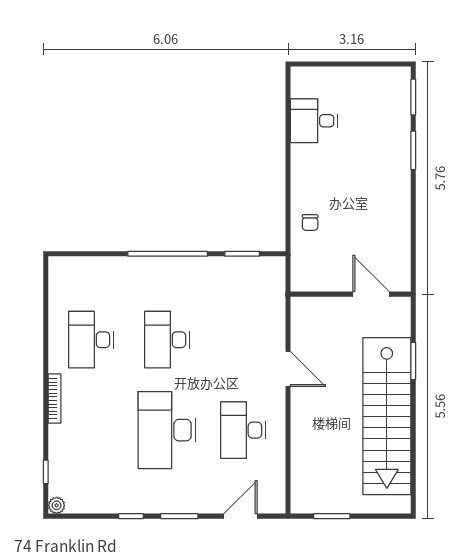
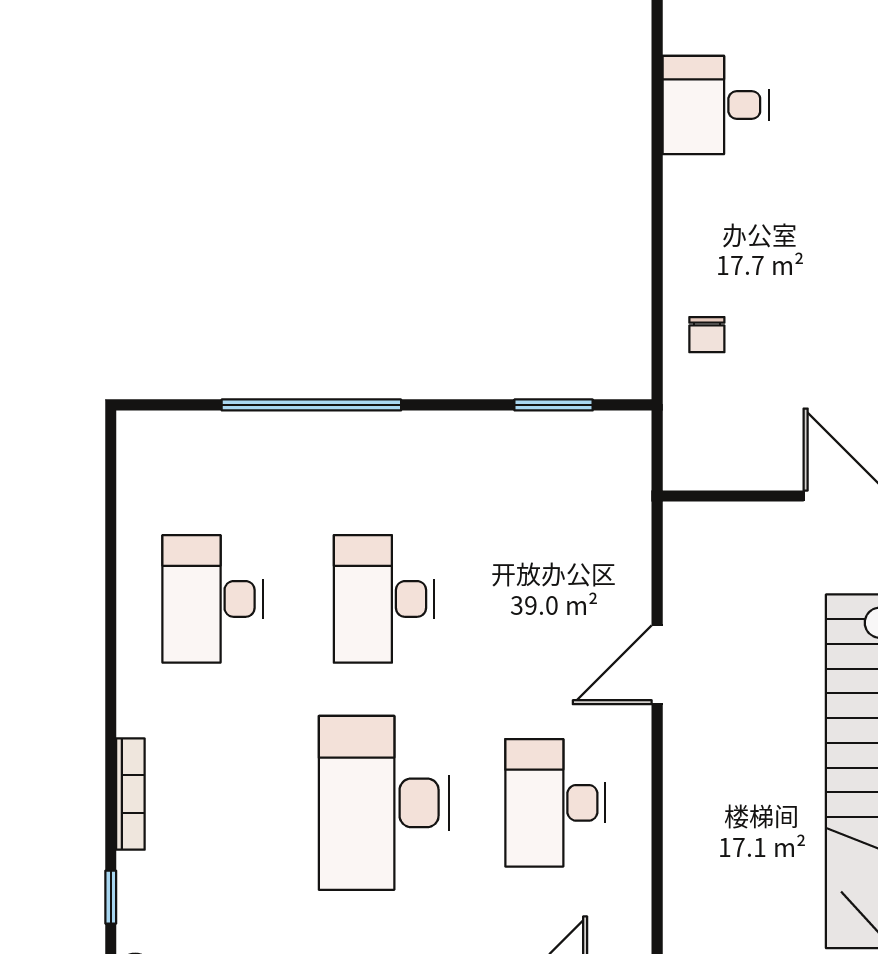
window: (168, 254) -> (311, 405), moved
door: (288, 369) -> (657, 665), swing flipped
bookcase: (55, 399) -> (130, 794), moved

